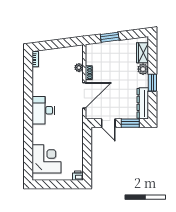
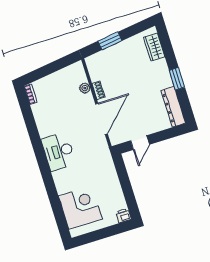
plant: (143, 69) -> (161, 66), removed
door: (108, 123) -> (140, 143), hinge flipped
window: (130, 123) -> (166, 134), removed

